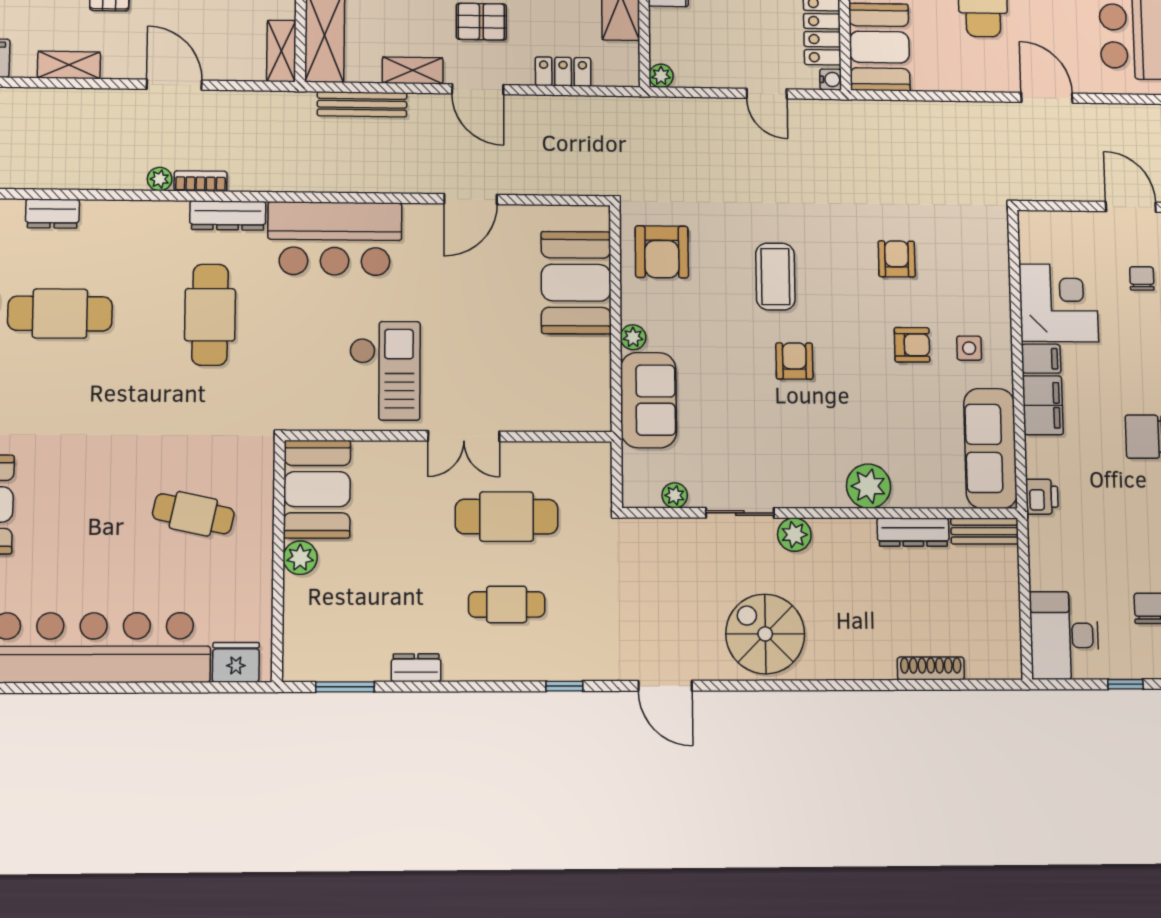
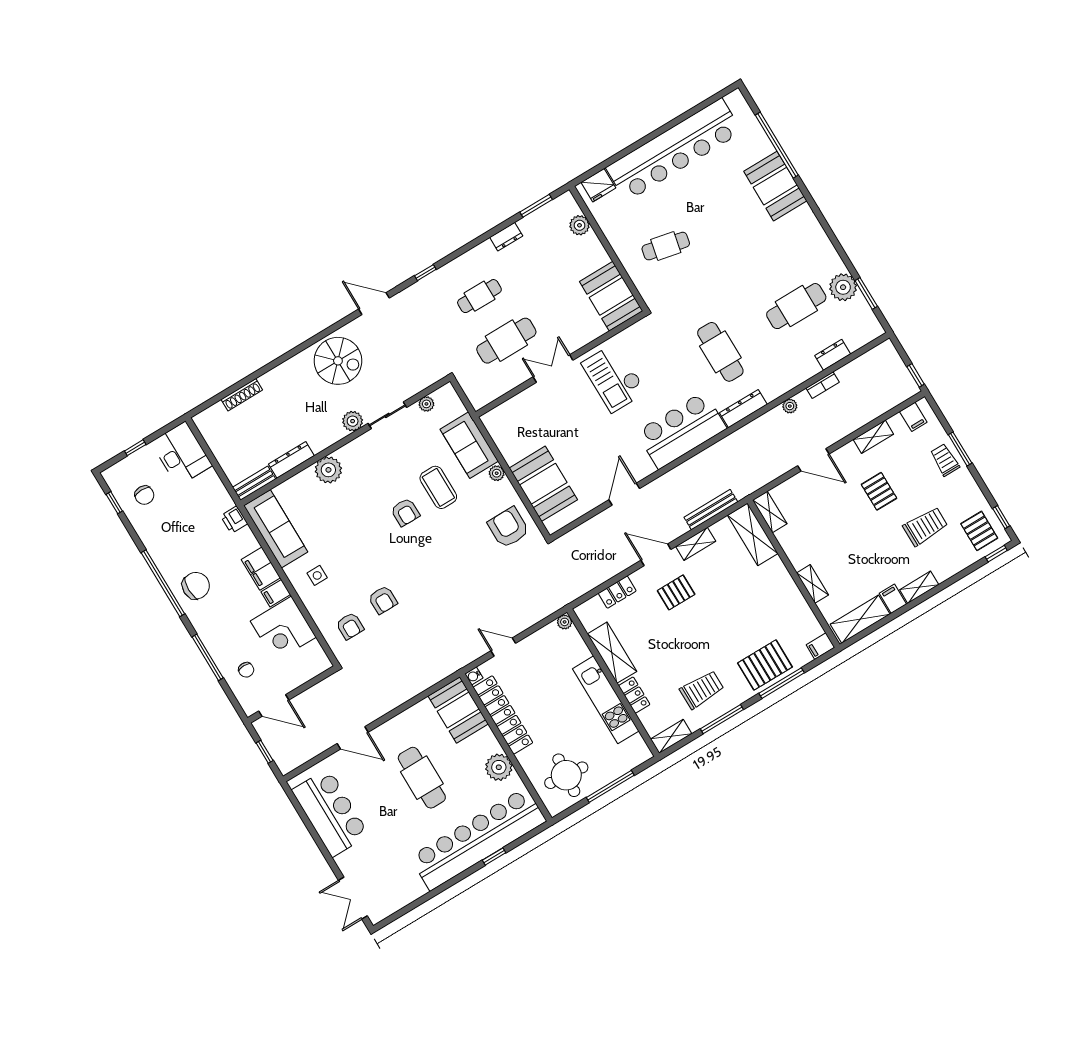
bookcase: (201, 181) -> (823, 385), moved
coffee table: (775, 277) -> (438, 487), moved
armchair: (912, 345) -> (350, 626), moved, turned -90
plant: (300, 558) -> (579, 225), moved

